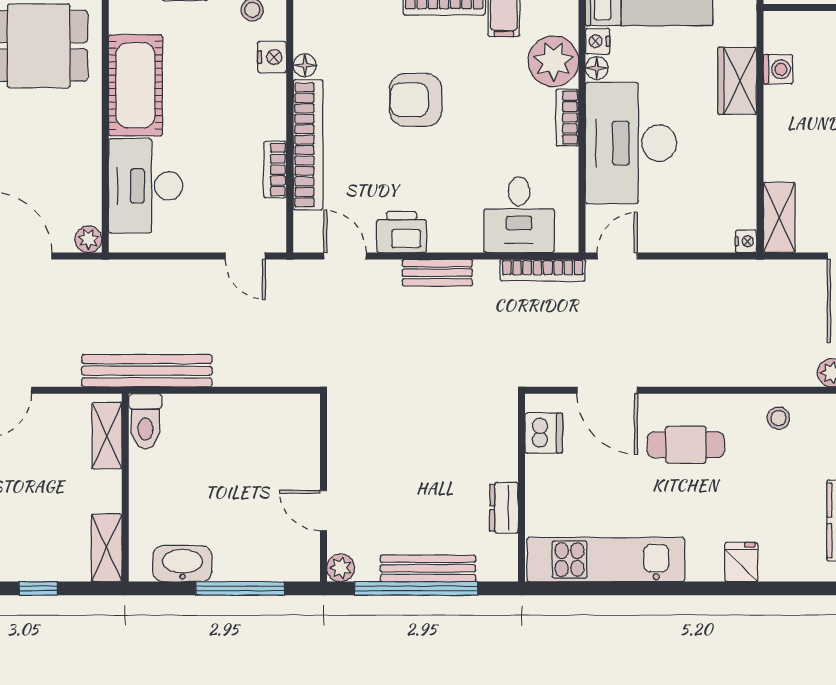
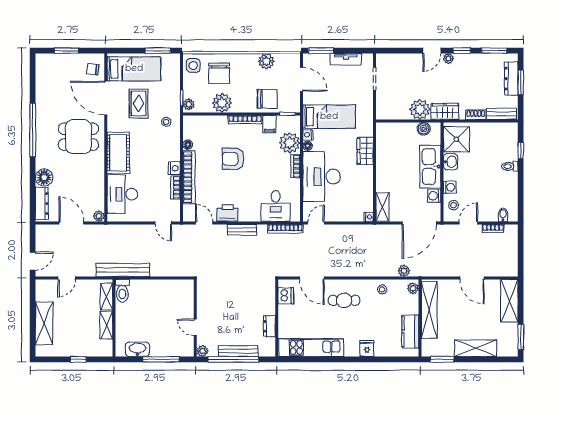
nightstand: (272, 57) -> (174, 168), moved
washing machine: (778, 69) -> (382, 146), removed
shelving: (107, 548) -> (106, 325), moved

